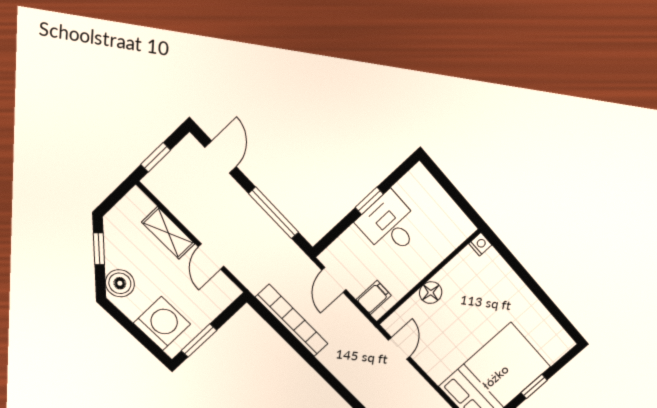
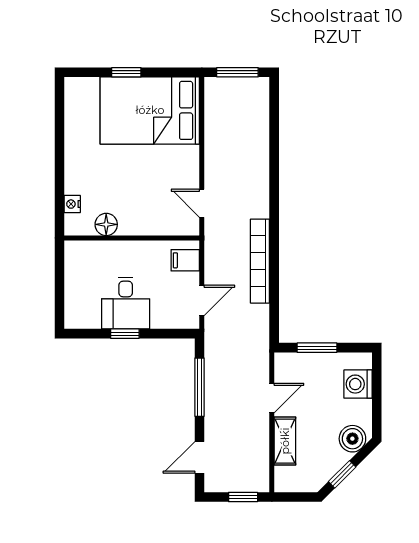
nightstand: (480, 244) -> (72, 204), moved
floor lamp: (431, 293) -> (106, 224), moved
bookcase: (292, 321) -> (260, 261), moved
washing machine: (162, 324) -> (358, 384), width x0.73, depth x0.73
window: (199, 340) -> (317, 348), moved
door: (399, 348) -> (202, 203), hinge flipped

